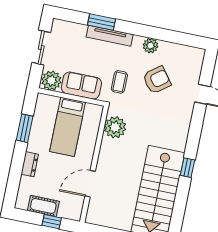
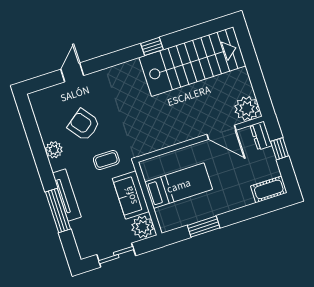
window: (101, 22) -> (58, 210), width x1.44
plant: (115, 127) -> (247, 109), moved
dresser: (30, 164) -> (261, 136), moved, turned -90
cot: (43, 206) -> (269, 189), moved, turned 90

